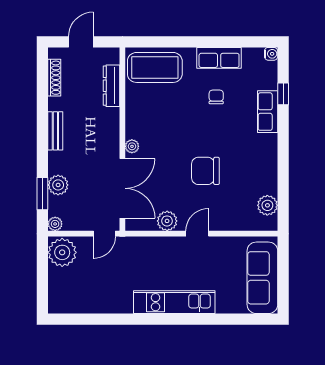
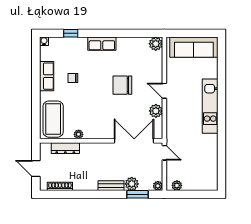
row of seats: (268, 112) -> (102, 44), moved
bench: (55, 131) -> (111, 186), moved
plant: (132, 146) -> (79, 134), moved
chair: (205, 171) -> (122, 85), turned 90
plant: (267, 205) -> (156, 44), moved
plant: (62, 252) -> (177, 185), width x0.53, depth x0.53

